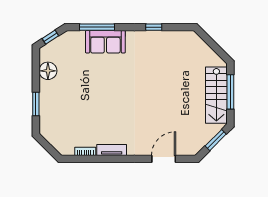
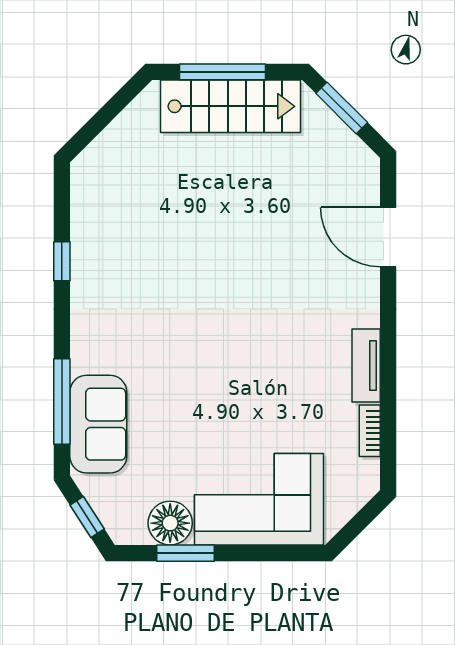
sofa: (105, 42) -> (98, 424), moved
window: (36, 104) -> (186, 553), moved
corner sofa: (58, 107) -> (259, 499), added

